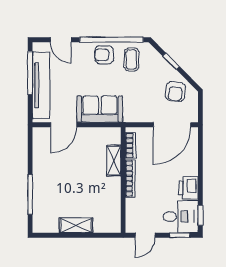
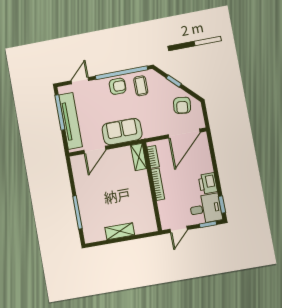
door: (61, 40) -> (80, 81), swing flipped
armchair: (104, 55) -> (118, 86), turned 180
shelving: (114, 161) -> (139, 157), moved

